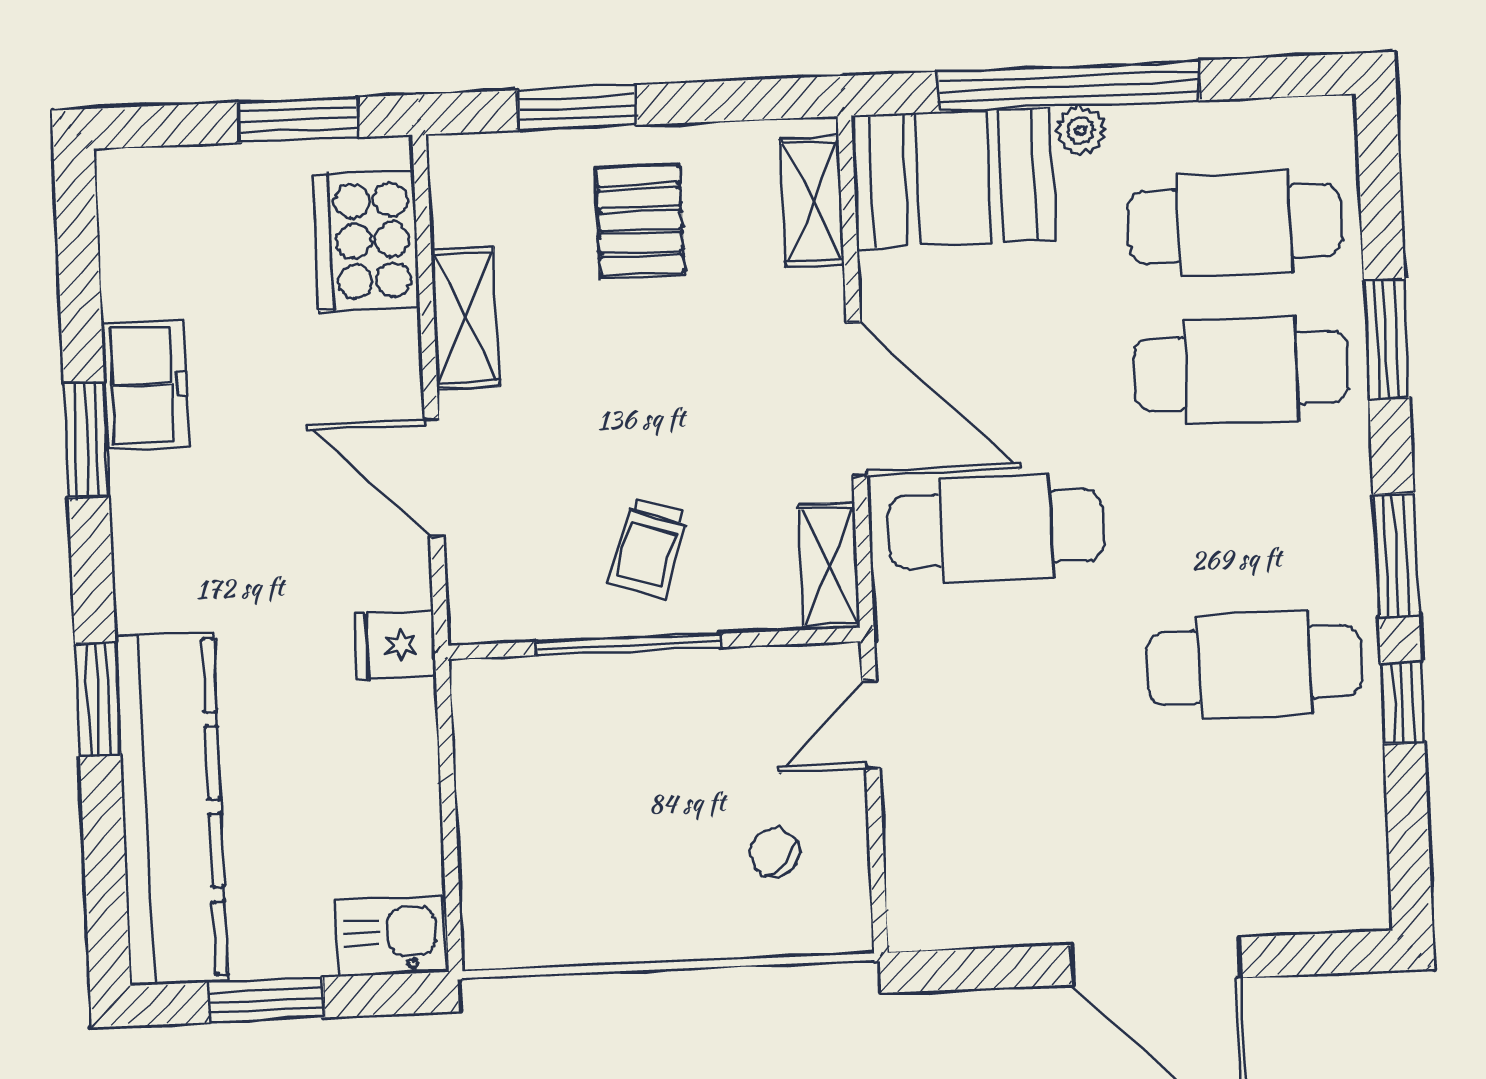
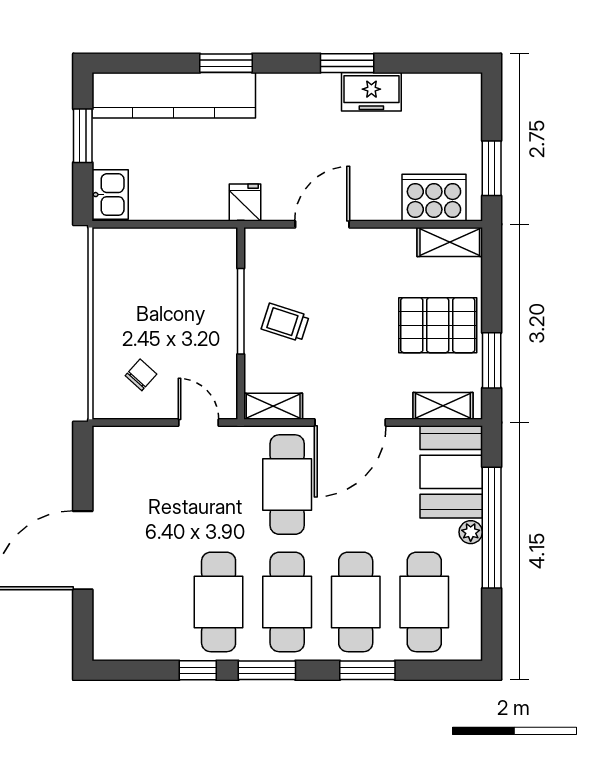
window: (577, 108) -> (492, 360), moved
pallet: (640, 221) -> (438, 325), width x1.50, depth x1.42
shelving: (465, 318) -> (450, 242), moved
cafe table: (1248, 518) -> (287, 602), added

